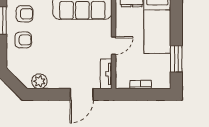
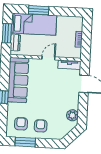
door: (114, 46) -> (48, 58), hinge flipped
window: (176, 59) -> (39, 10), moved

